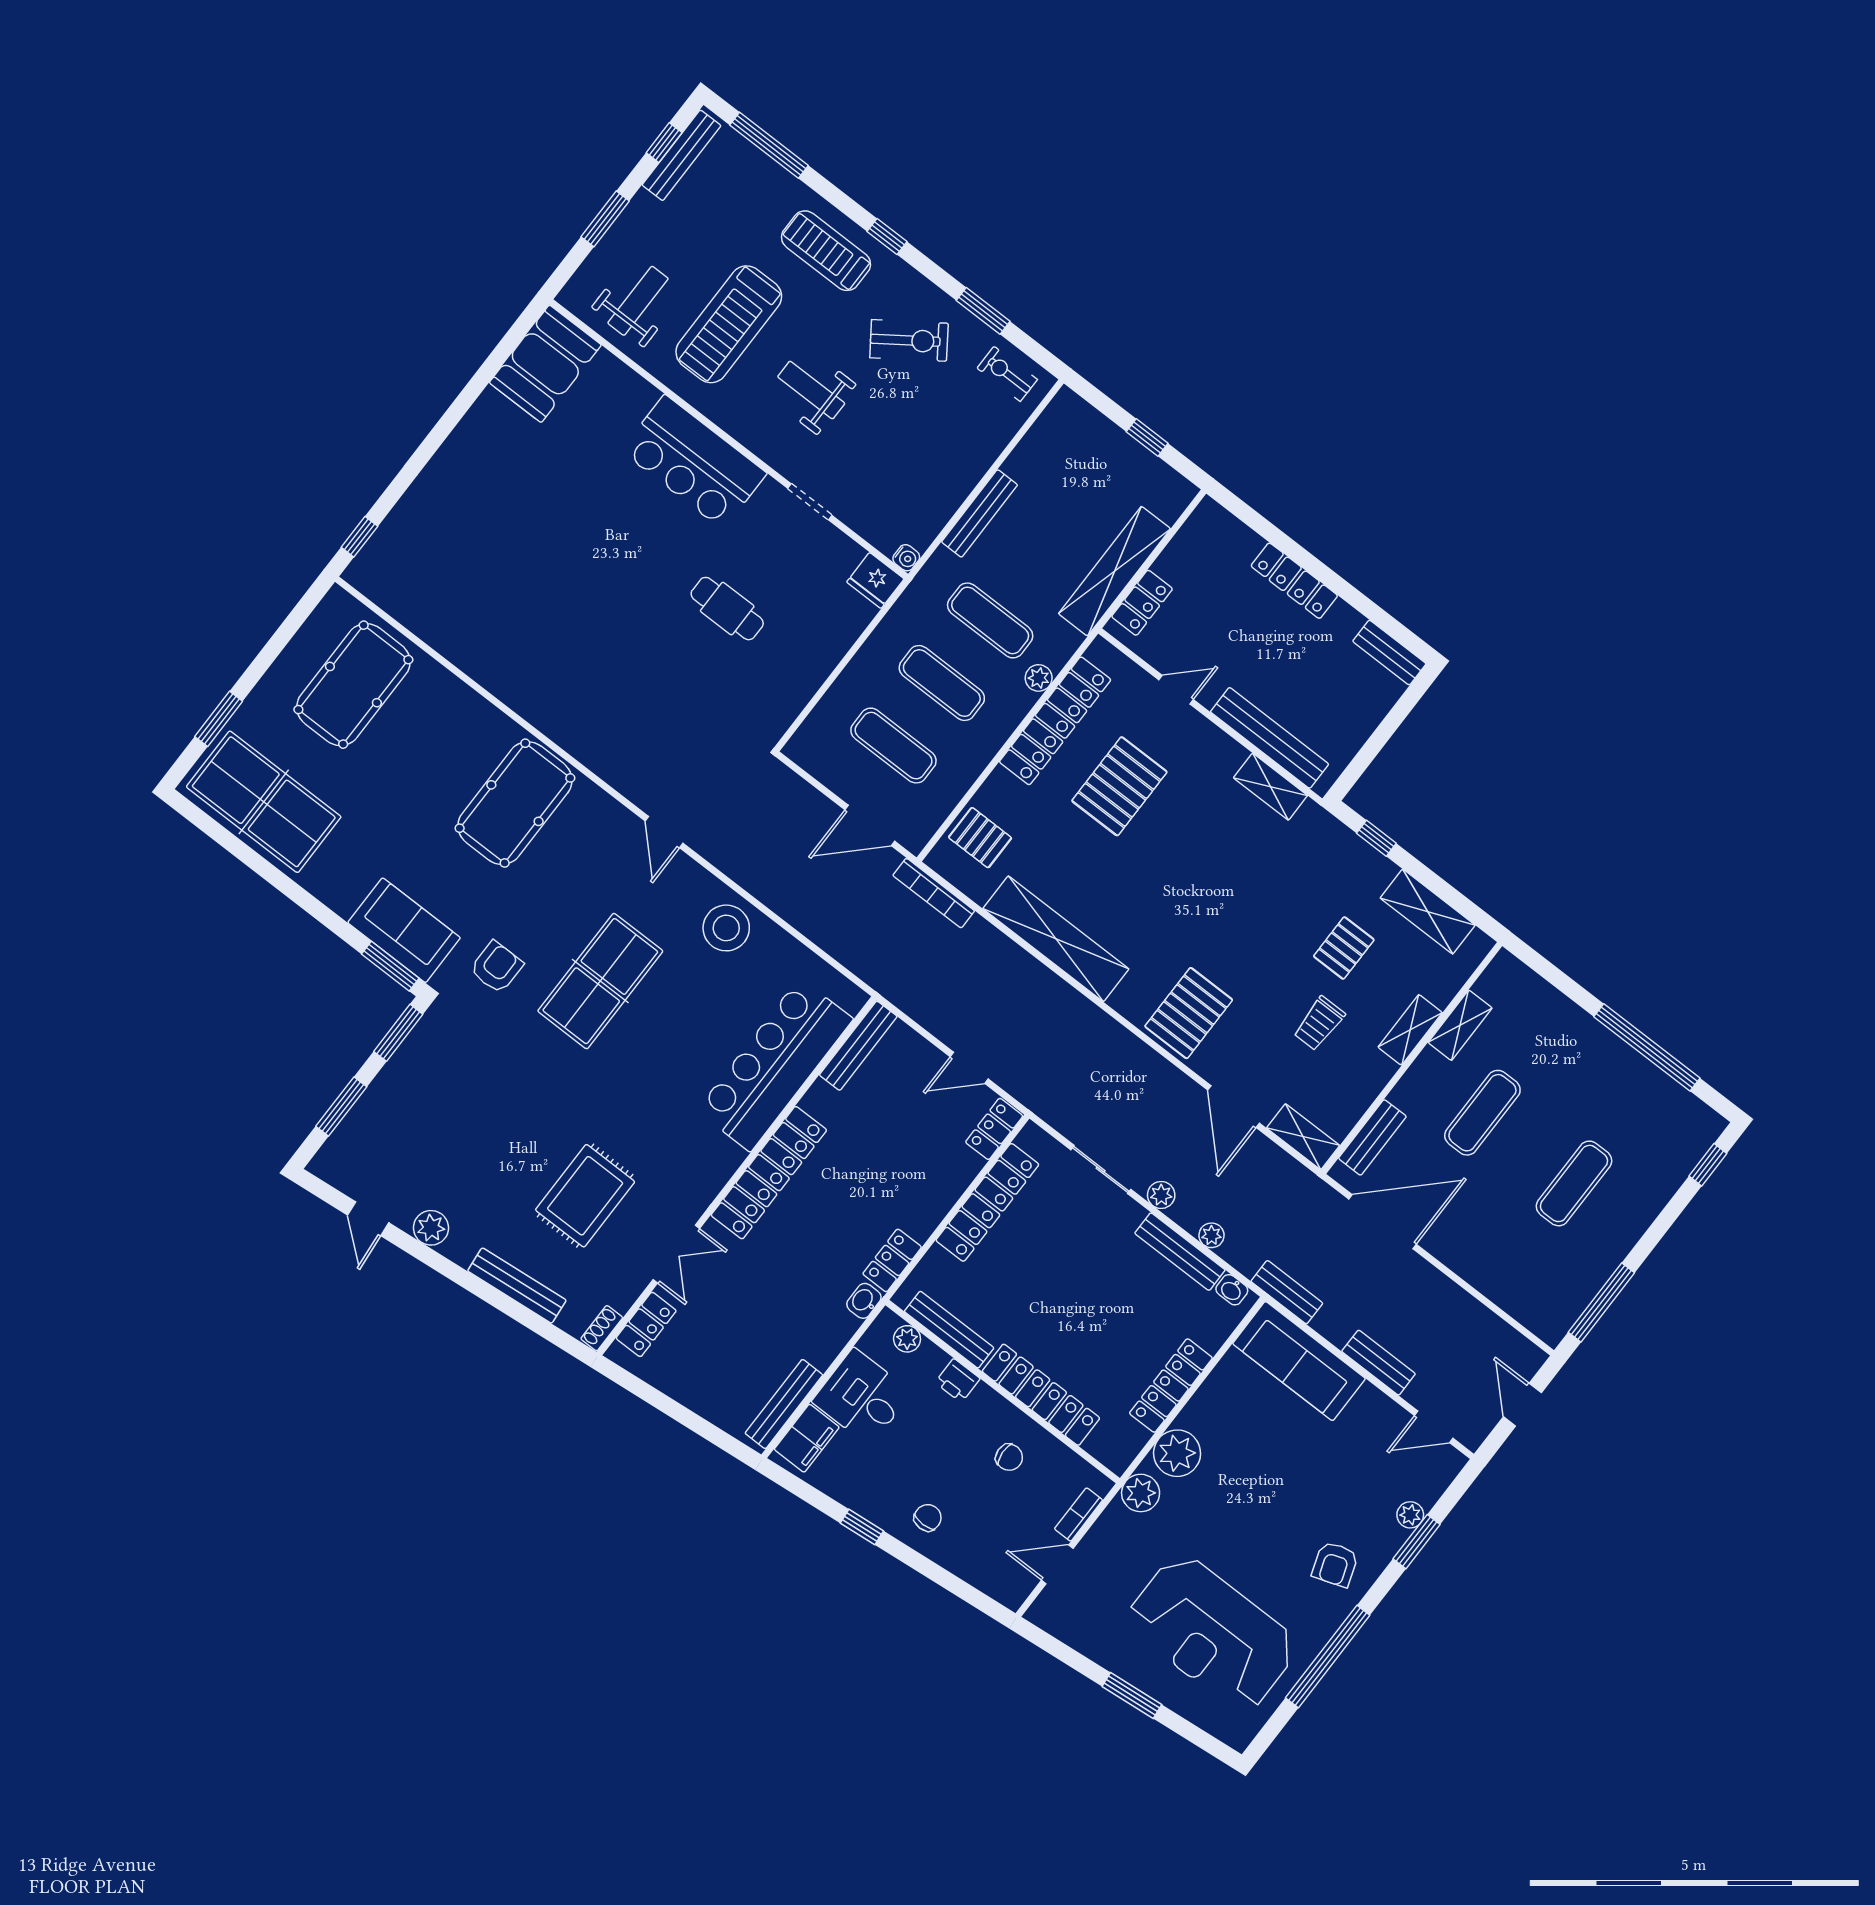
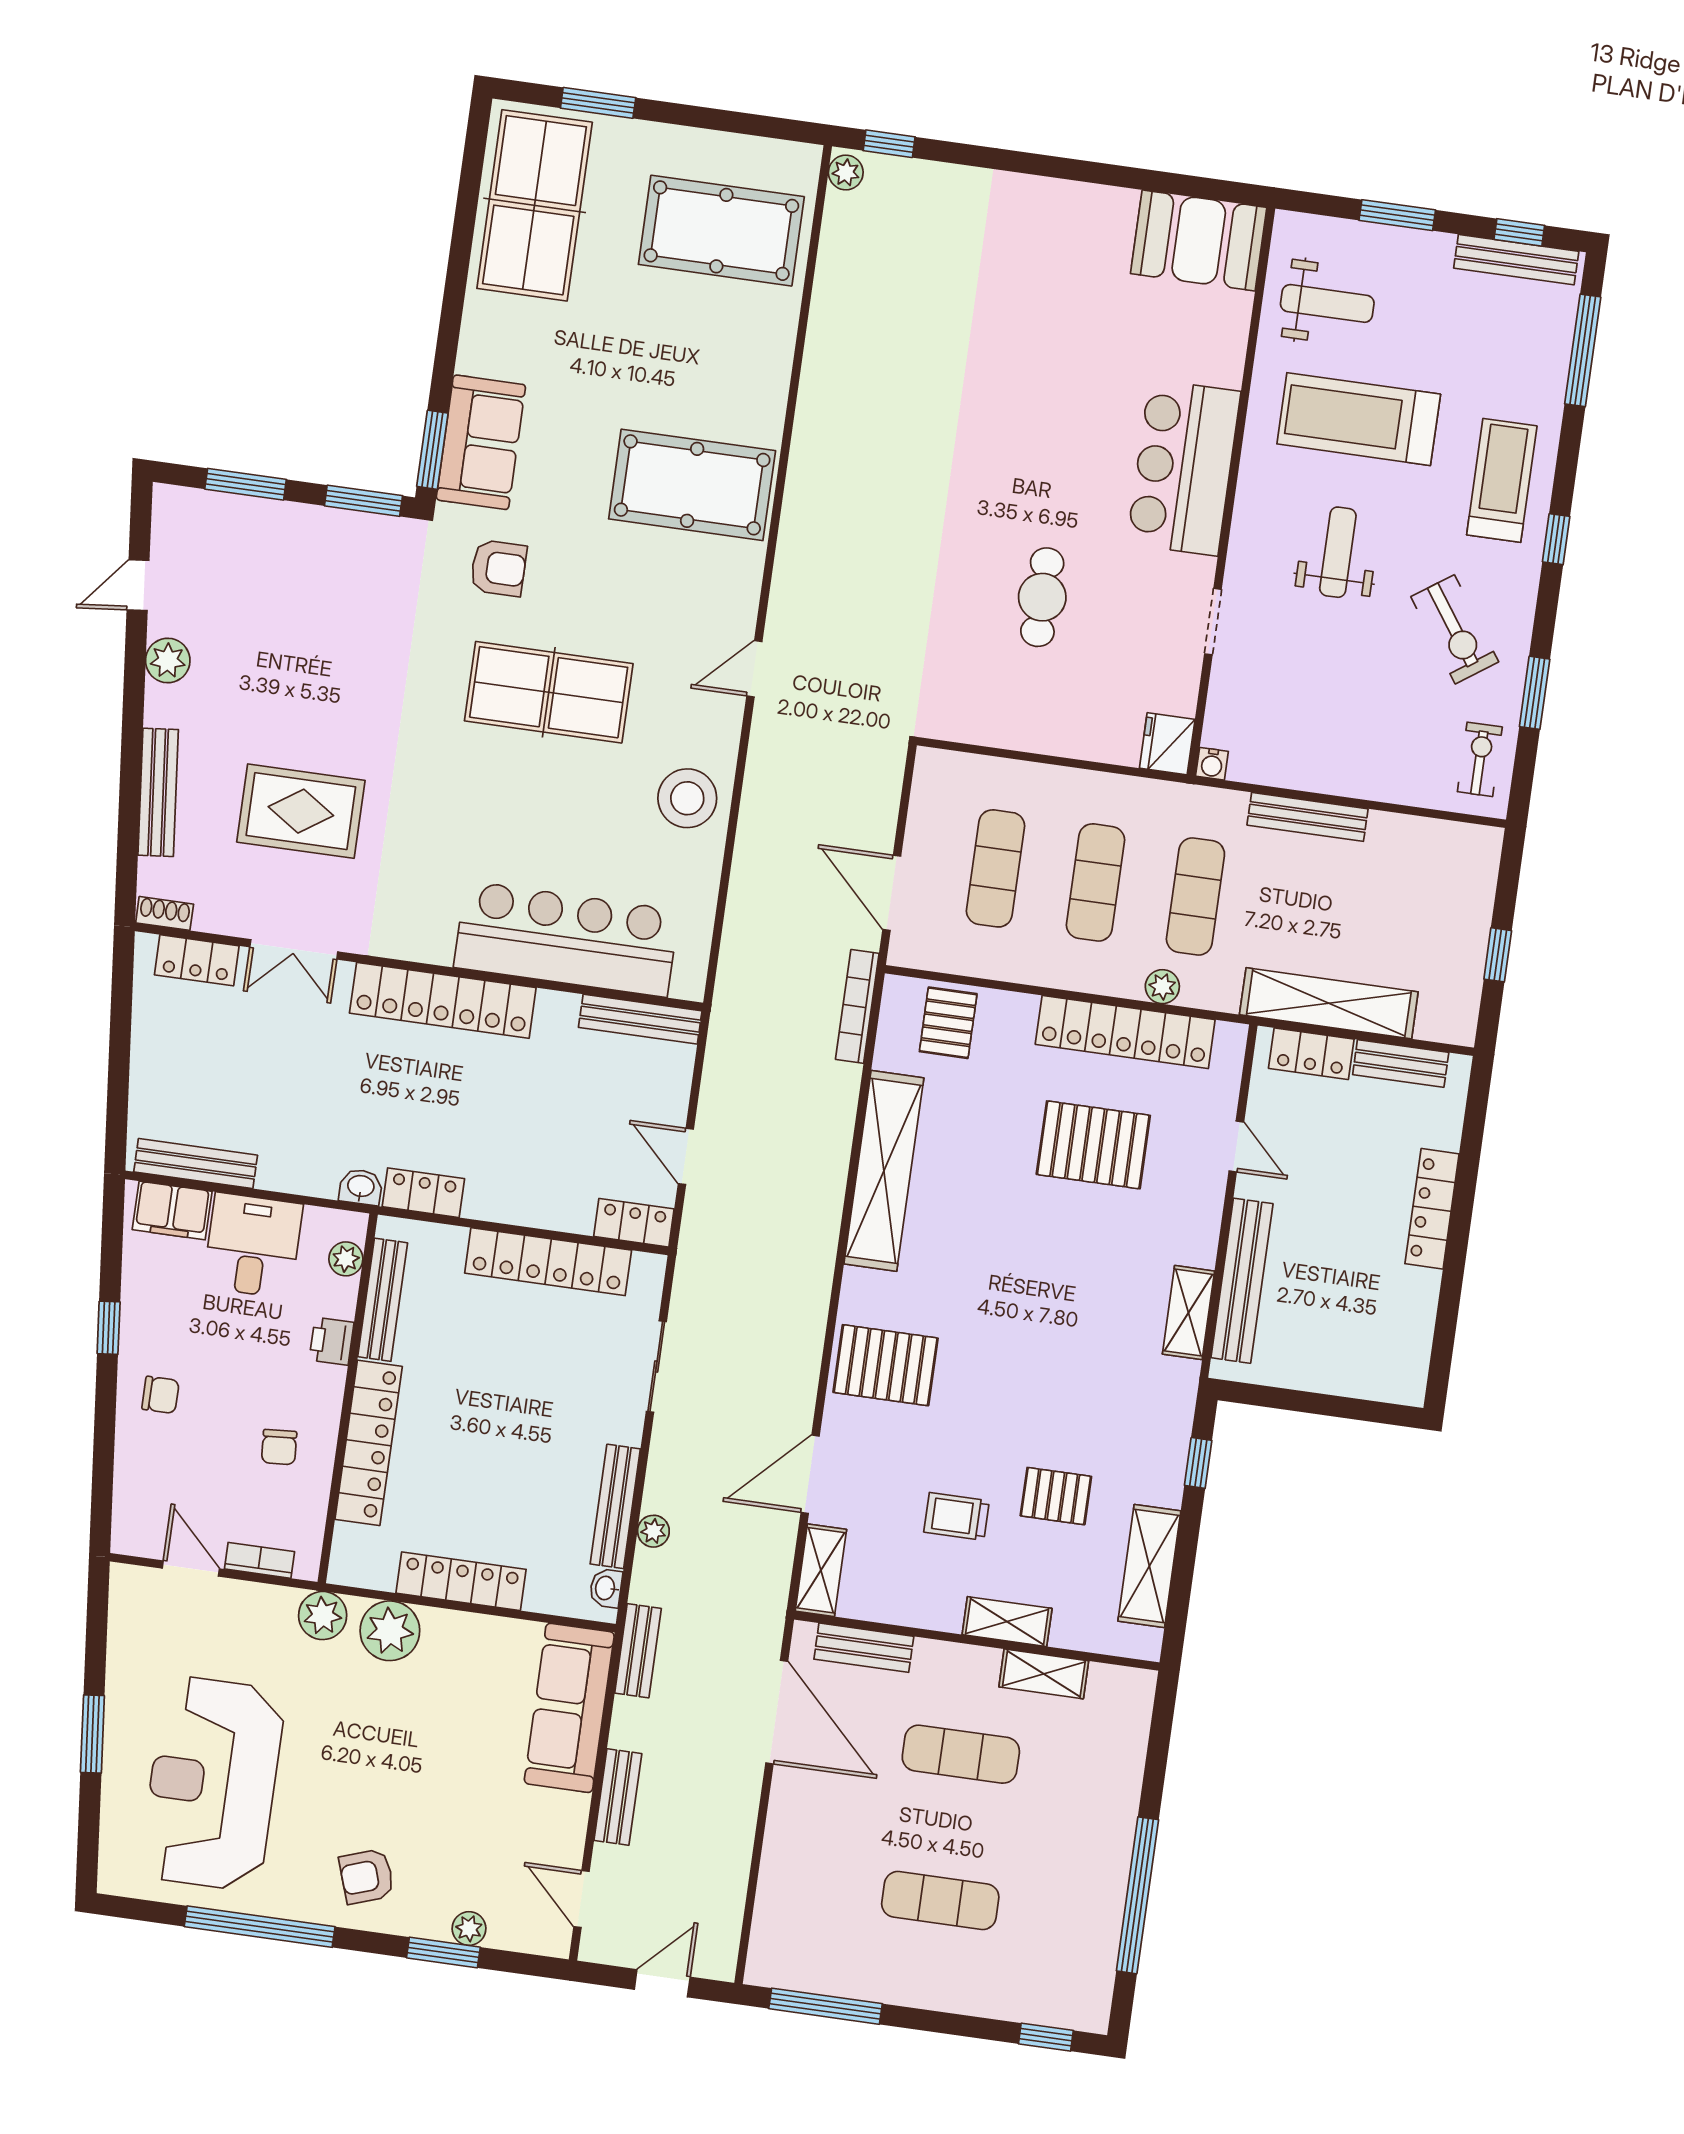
bench: (1389, 653) -> (1401, 1064), moved, turned 90
plant: (1161, 1195) -> (846, 173), moved

